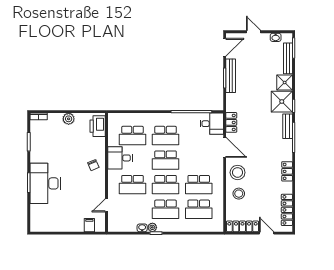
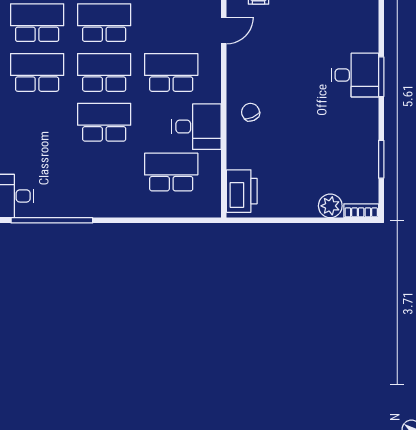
plant: (69, 119) -> (330, 206), moved
school desk: (166, 136) -> (104, 172), removed
desk: (45, 183) -> (355, 75), width x0.53, depth x0.77

